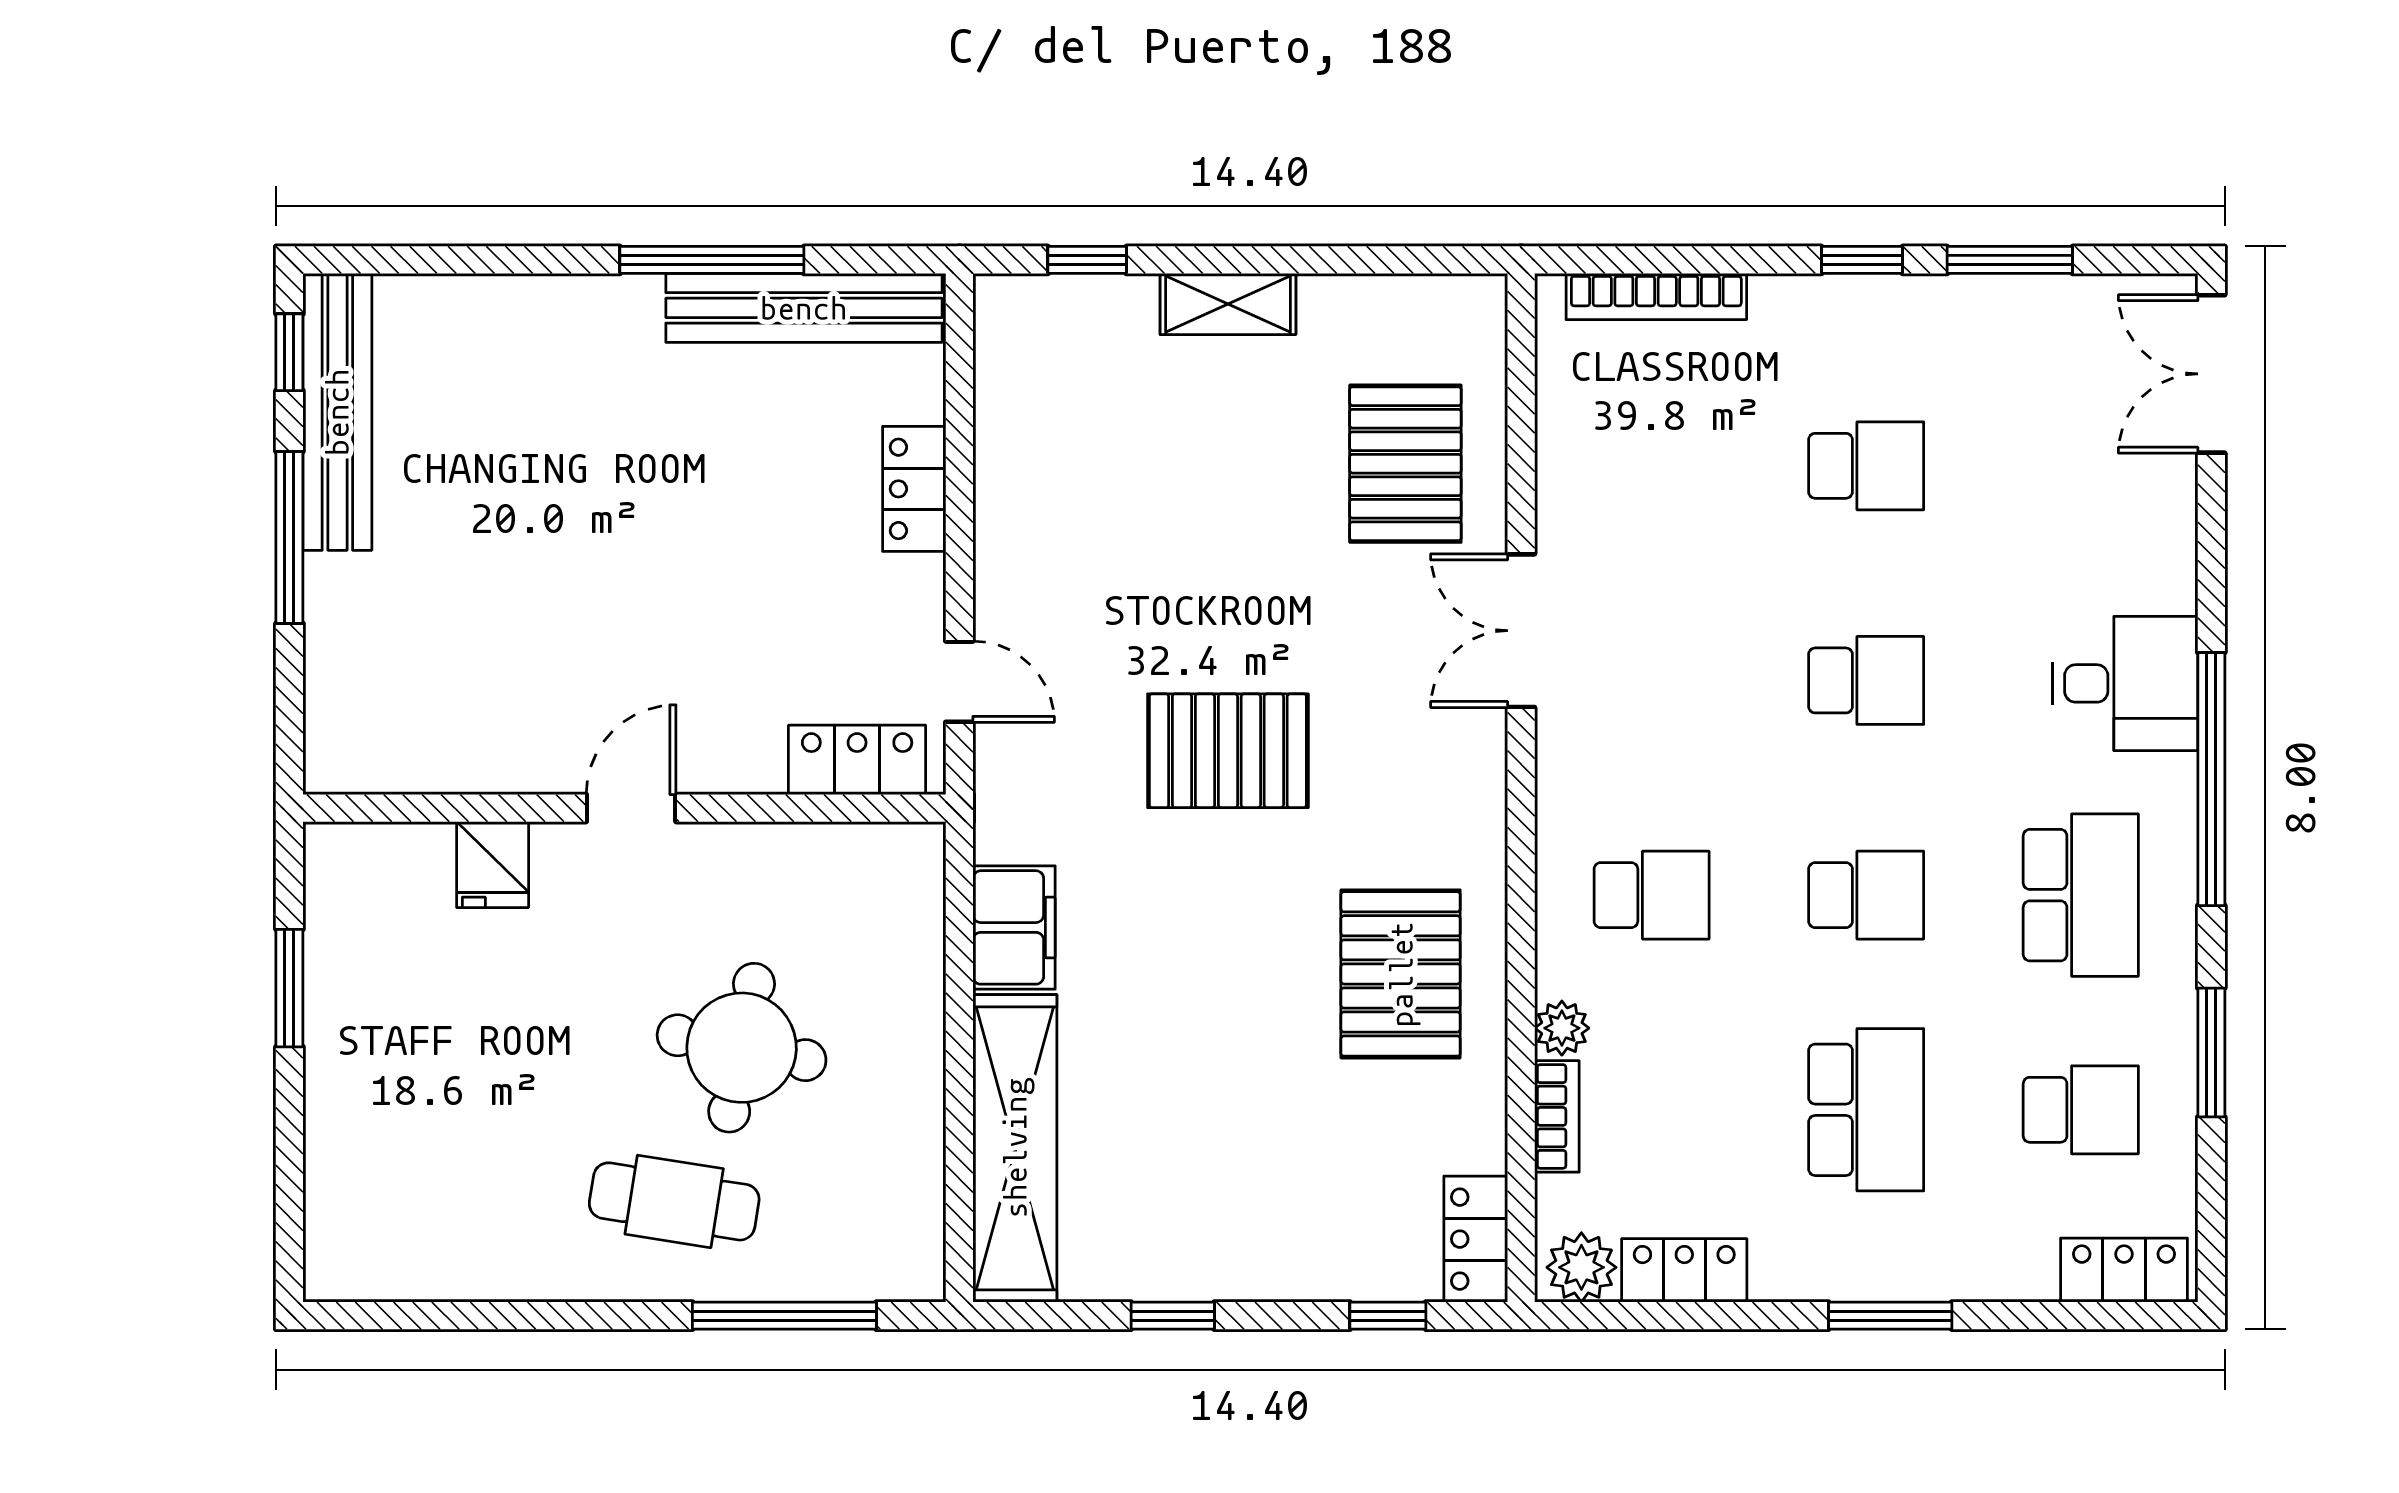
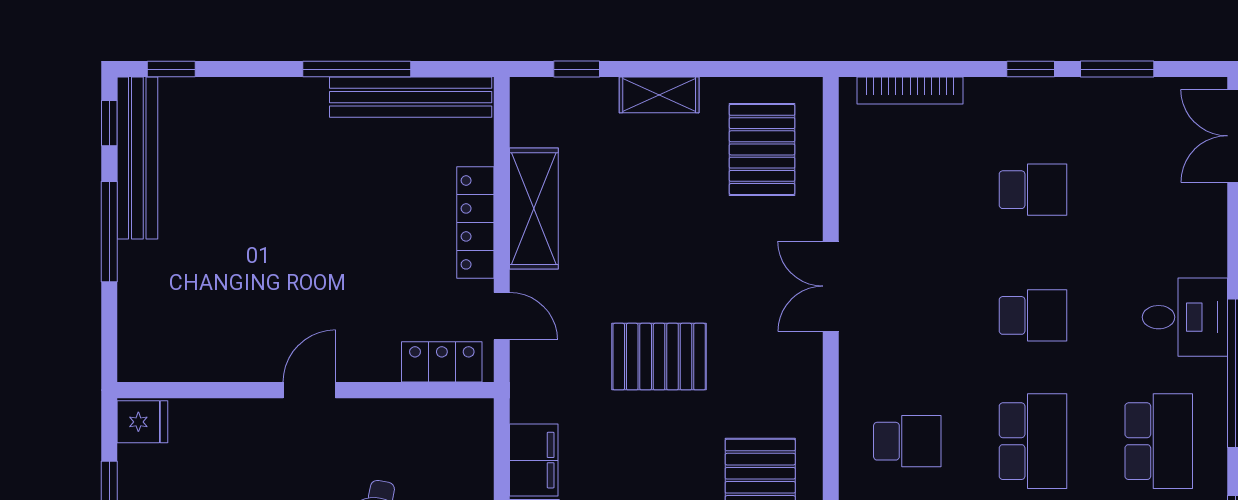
window: (395, 260) -> (171, 69), added
pallet: (1405, 464) -> (762, 149), moved
locker: (914, 489) -> (475, 222), width x1.53
shelving: (1014, 498) -> (534, 209), added
fridge: (493, 865) -> (142, 422), moved, turned -90
school desk: (1866, 895) -> (1033, 441), width x1.85

